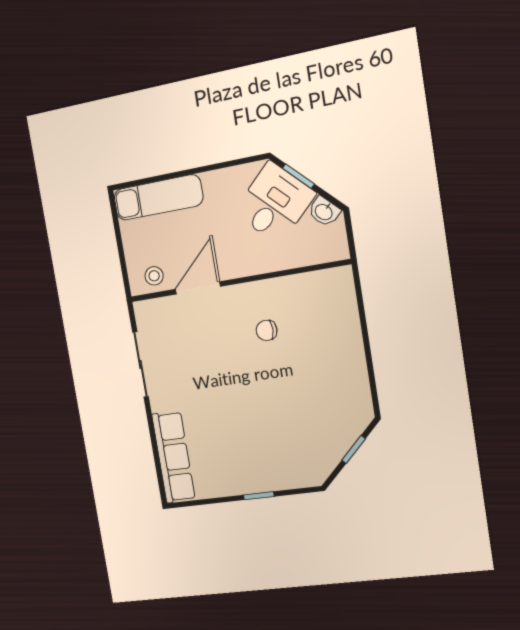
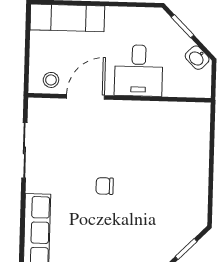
desk: (274, 203) -> (139, 71), moved, turned 135
chair: (267, 330) -> (105, 186), moved

